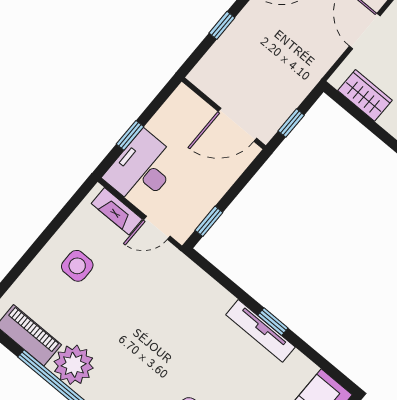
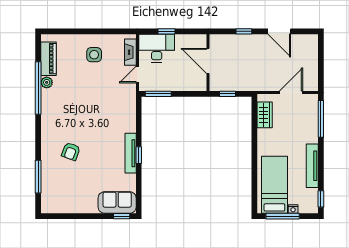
door: (237, 125) -> (208, 61), moved
window: (209, 221) -> (158, 94), width x1.50
door: (157, 228) -> (137, 75), hinge flipped
plant: (74, 365) -> (47, 82), width x0.53, depth x0.53

